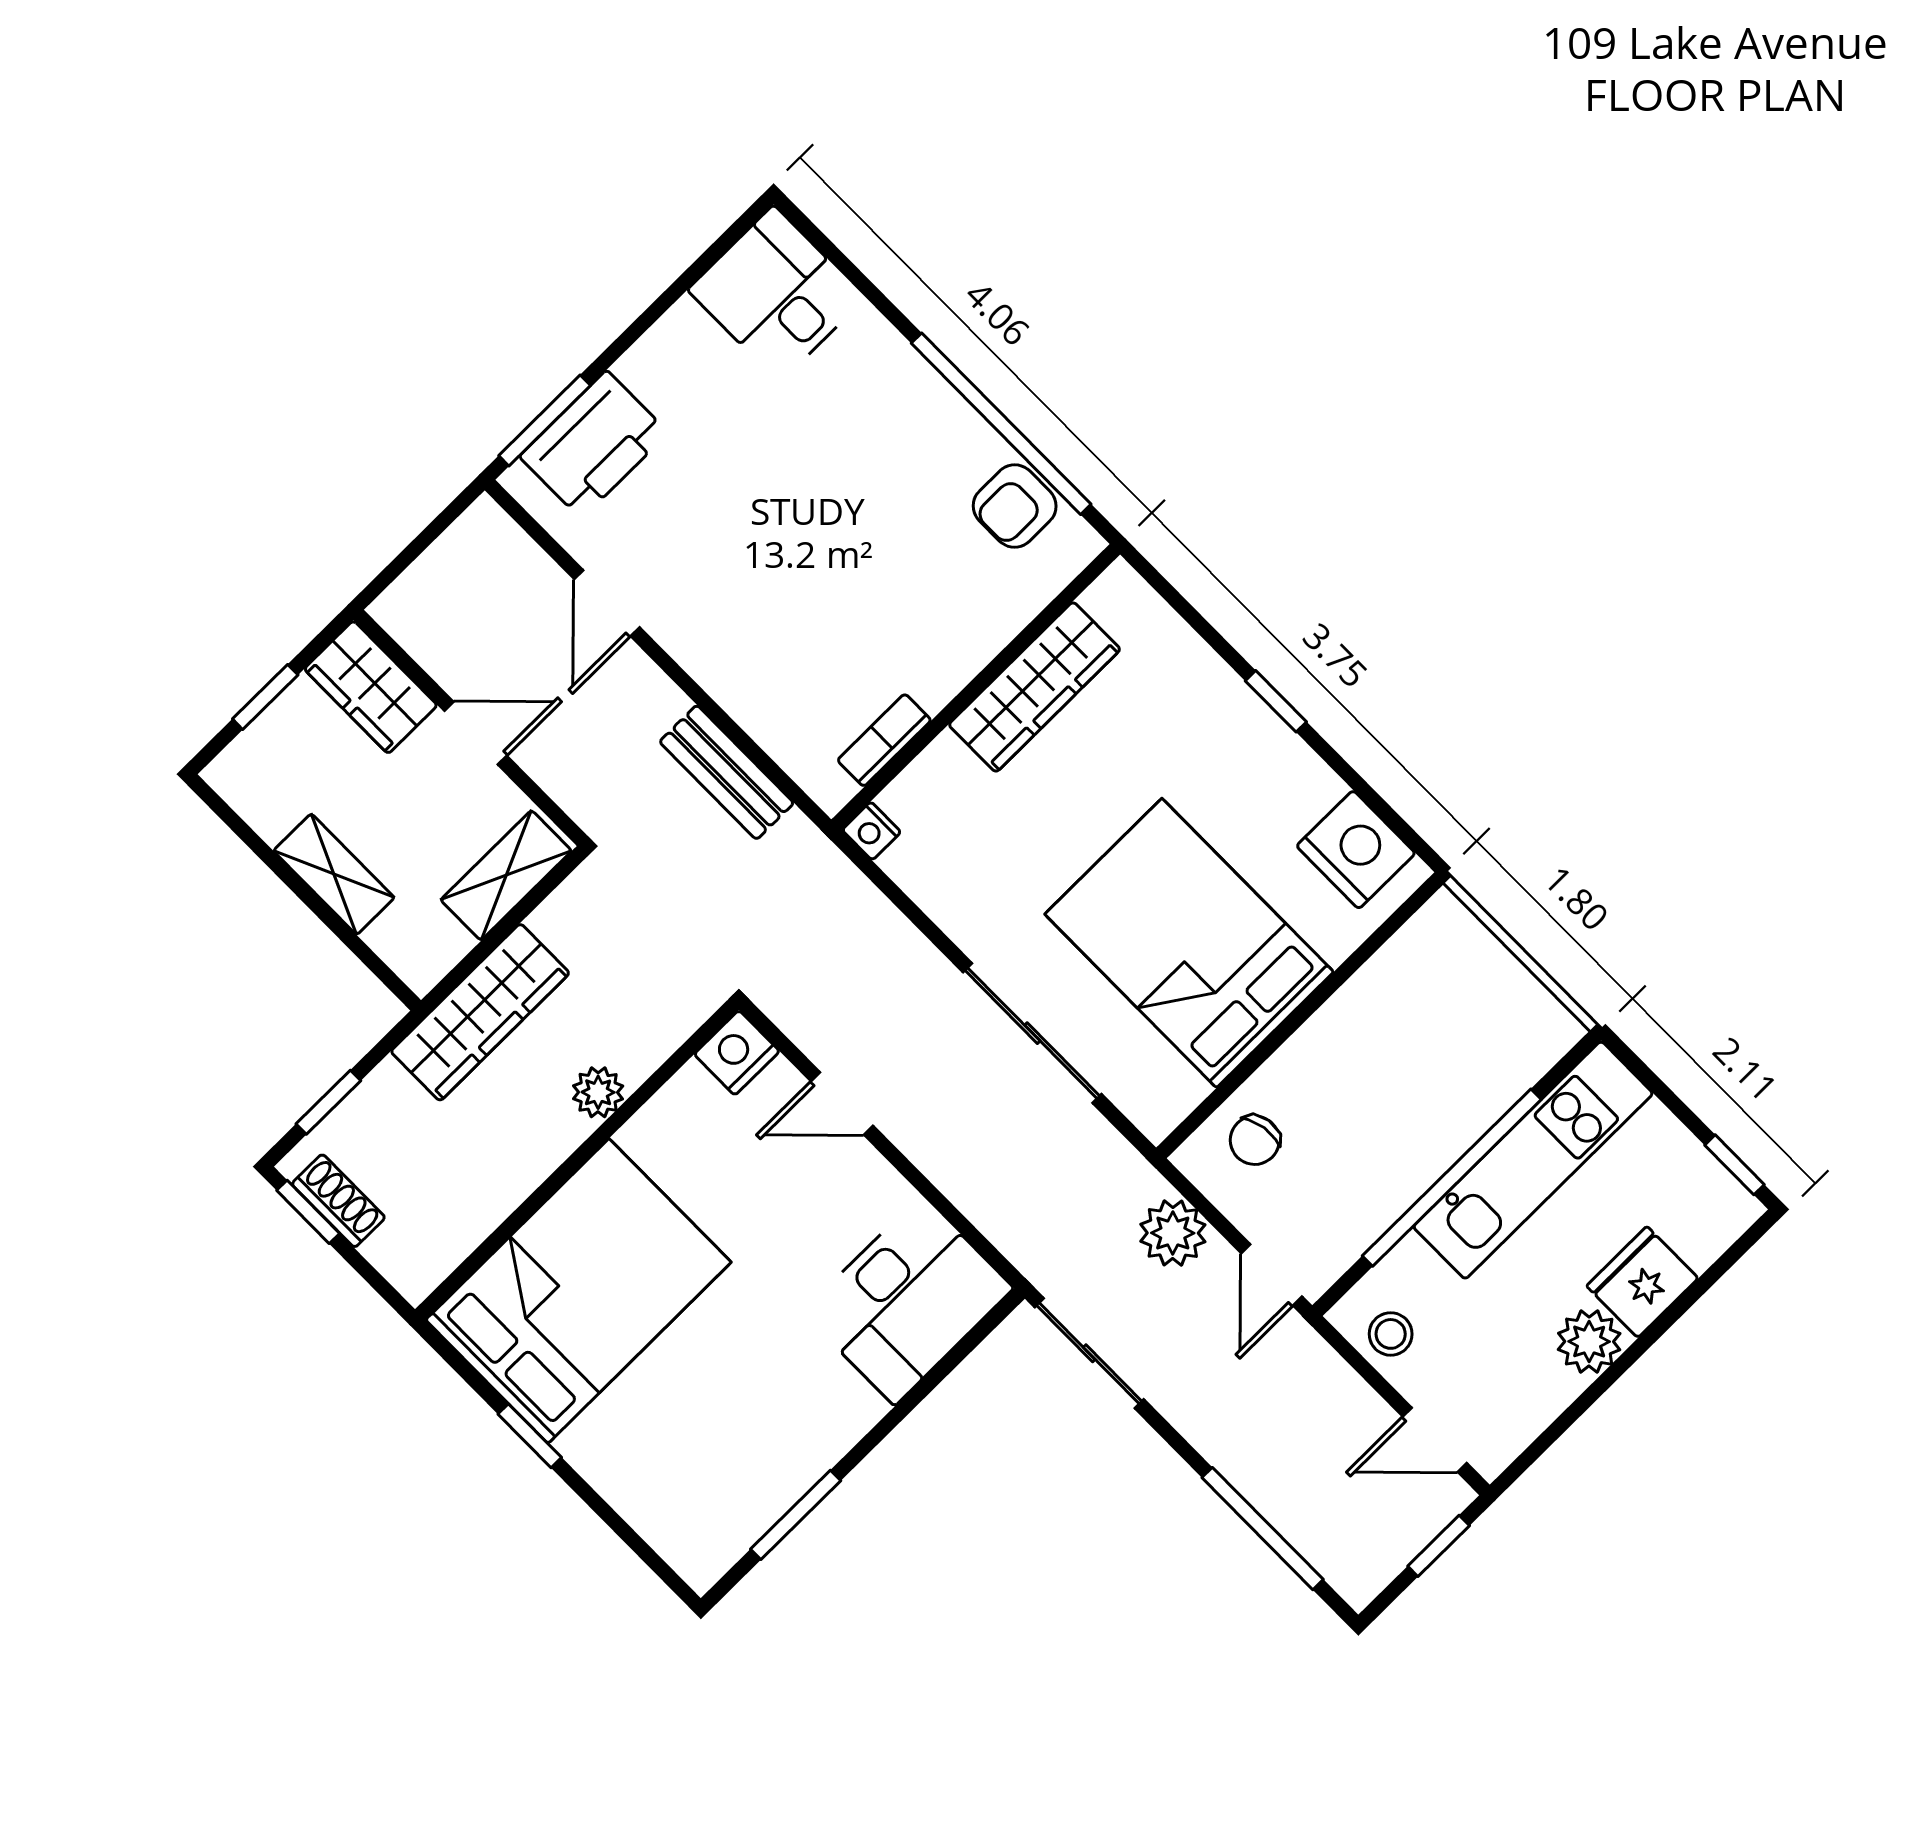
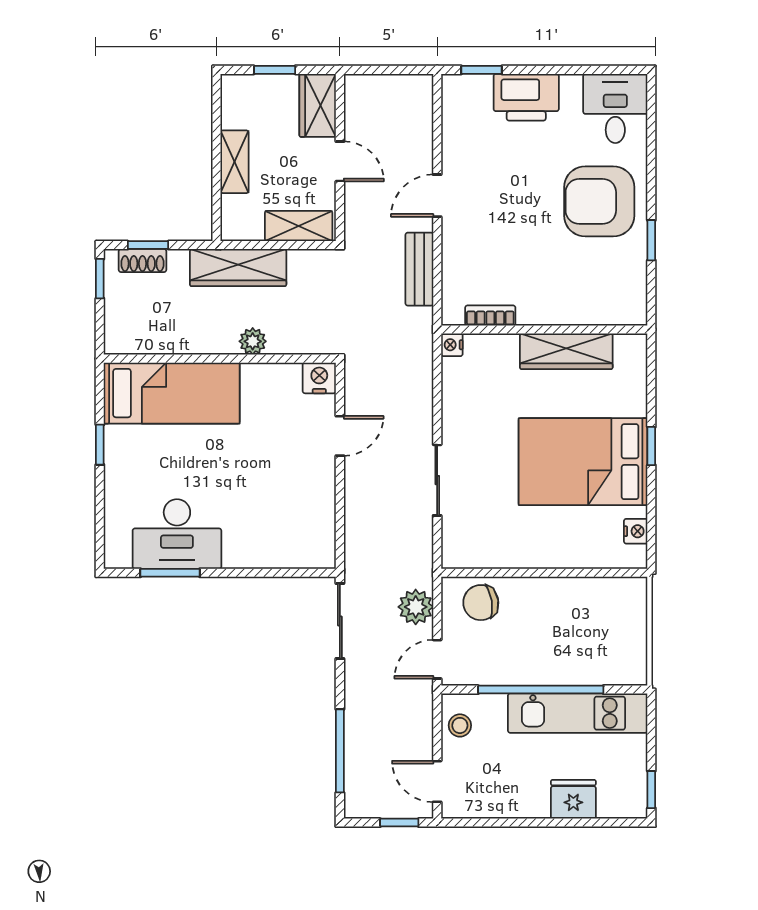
window: (545, 420) -> (482, 70), width x0.67
window: (1001, 424) -> (651, 240), width x0.32
printer: (594, 445) -> (526, 97), moved
armchair: (1015, 506) -> (599, 201), moved, width x1.88, depth x1.88
door: (607, 603) -> (437, 196), moved
nightstand: (1356, 850) -> (636, 531), width x0.53, depth x0.56
bed: (1189, 943) -> (583, 462), moved, turned -90
sliding door: (1032, 1033) -> (437, 480), width x0.73
door: (842, 1103) -> (340, 436), swing flipped
chair: (1255, 1140) -> (481, 603), width x1.37, depth x1.37
shoe rack: (338, 1201) -> (142, 261), moved, turned 90
bed: (578, 1291) -> (172, 393), width x0.67
desk: (908, 1300) -> (177, 534), moved
plant: (1589, 1342) -> (531, 802), removed

